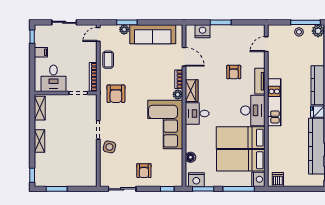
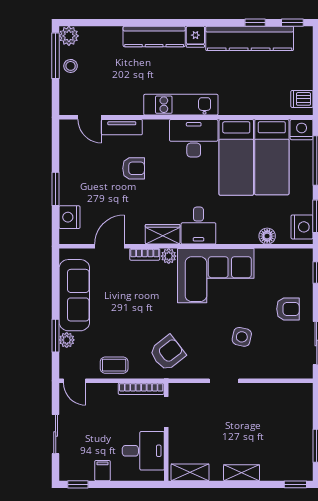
tv unit: (260, 81) -> (122, 127), moved
armchair: (116, 94) -> (167, 353), turned -38
side table: (109, 147) -> (242, 337), moved

